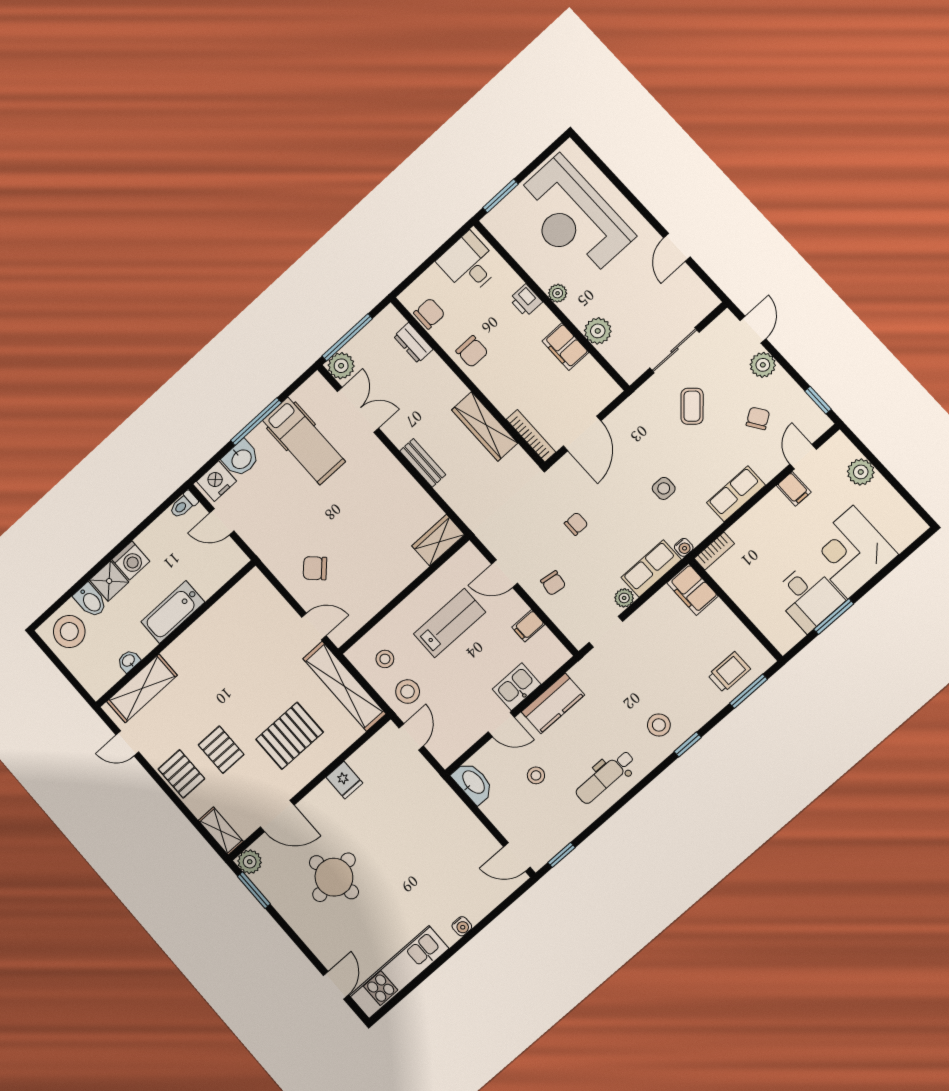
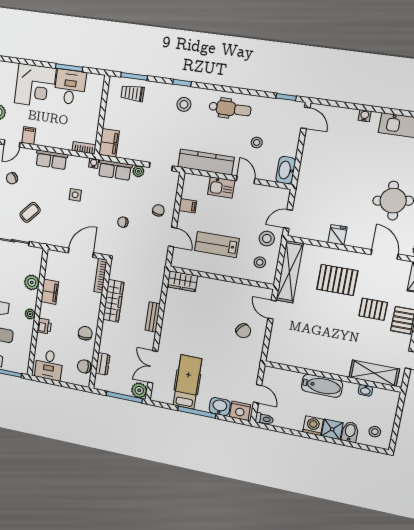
stool: (69, 632) -> (375, 432), width x0.53, depth x0.53
kitchen counter: (553, 703) -> (206, 162), width x1.50
pallet: (221, 750) -> (373, 309), turned 90

